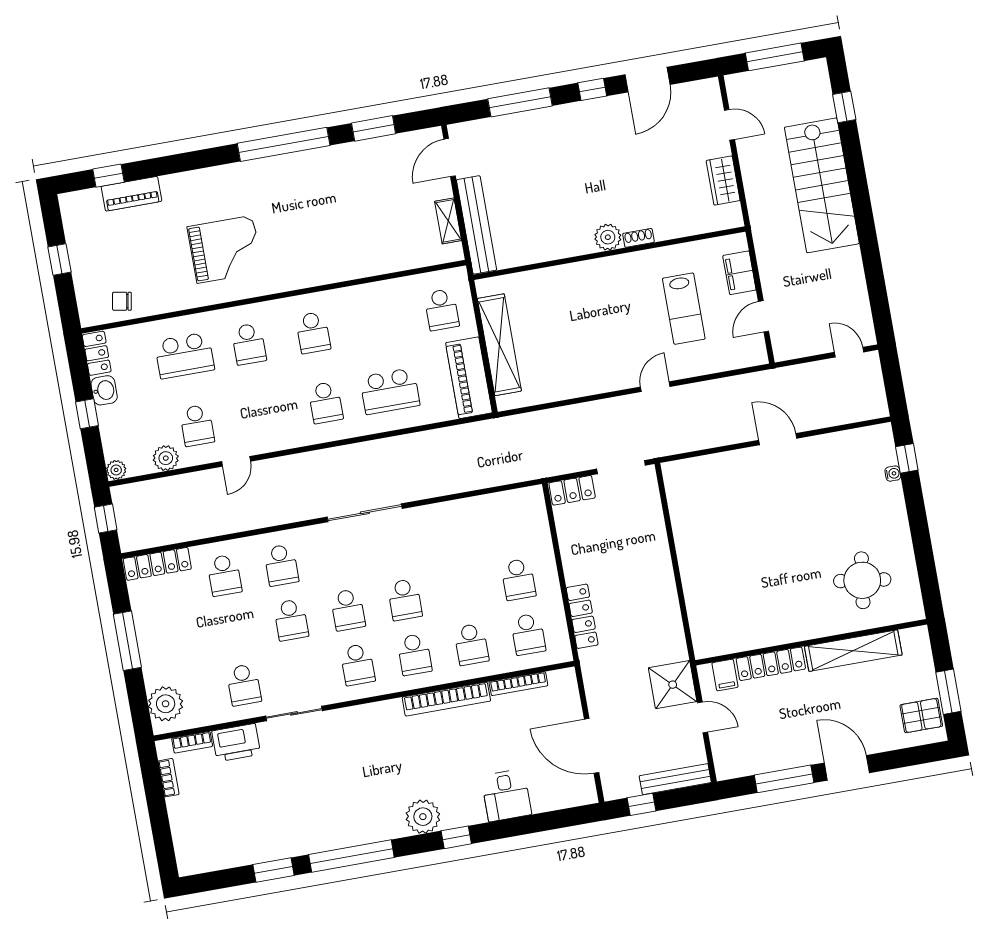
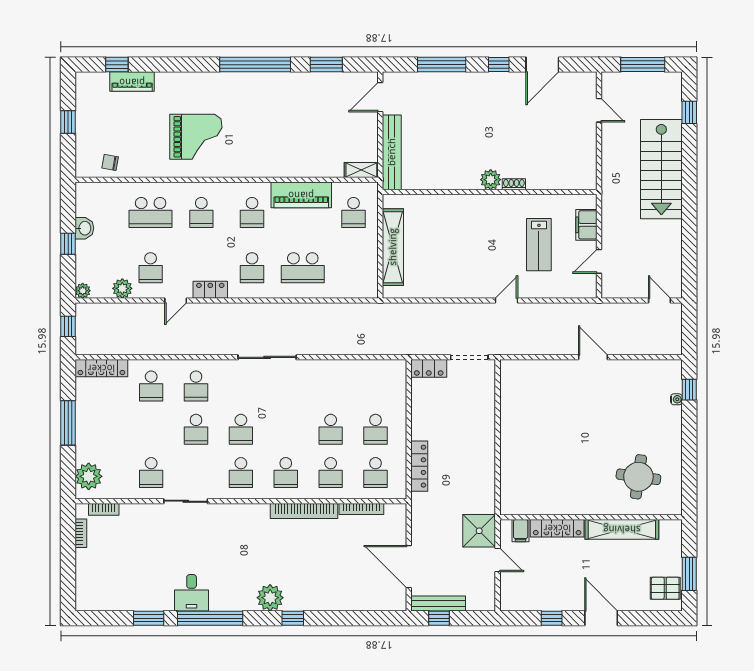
wardrobe: (723, 181) -> (586, 152), removed
shelving: (448, 221) -> (361, 170), moved, turned 90
locker: (97, 353) -> (210, 290), moved, turned -90
piano: (469, 378) -> (301, 195), moved, turned -90
school desk: (405, 600) -> (331, 429), moved
printer: (236, 743) -> (137, 516), removed
bench: (675, 779) -> (438, 603), moved
window: (784, 779) -> (552, 618), width x0.46
desk: (506, 795) -> (192, 593), moved

